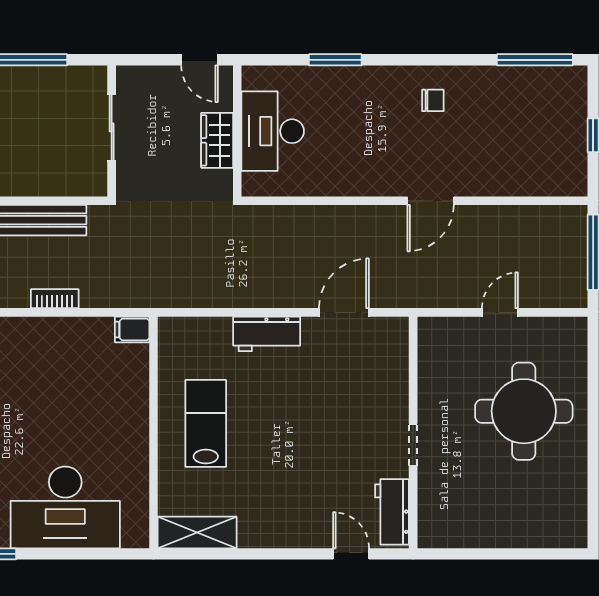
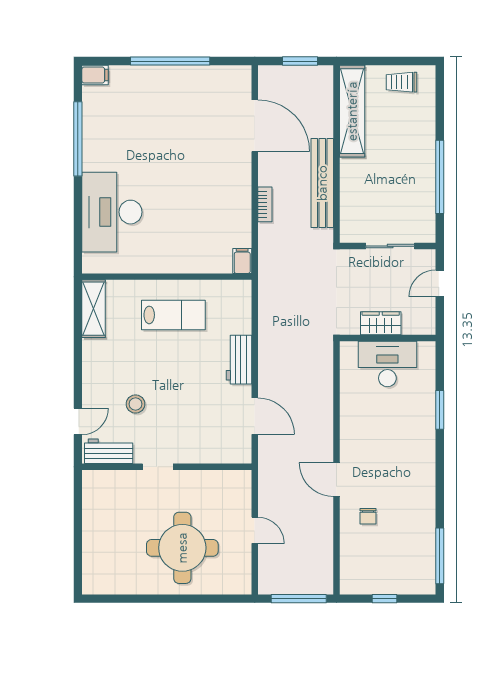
door: (200, 60) -> (440, 283), moved
chair: (433, 100) -> (368, 516), moved
stool: (327, 475) -> (136, 404), added

